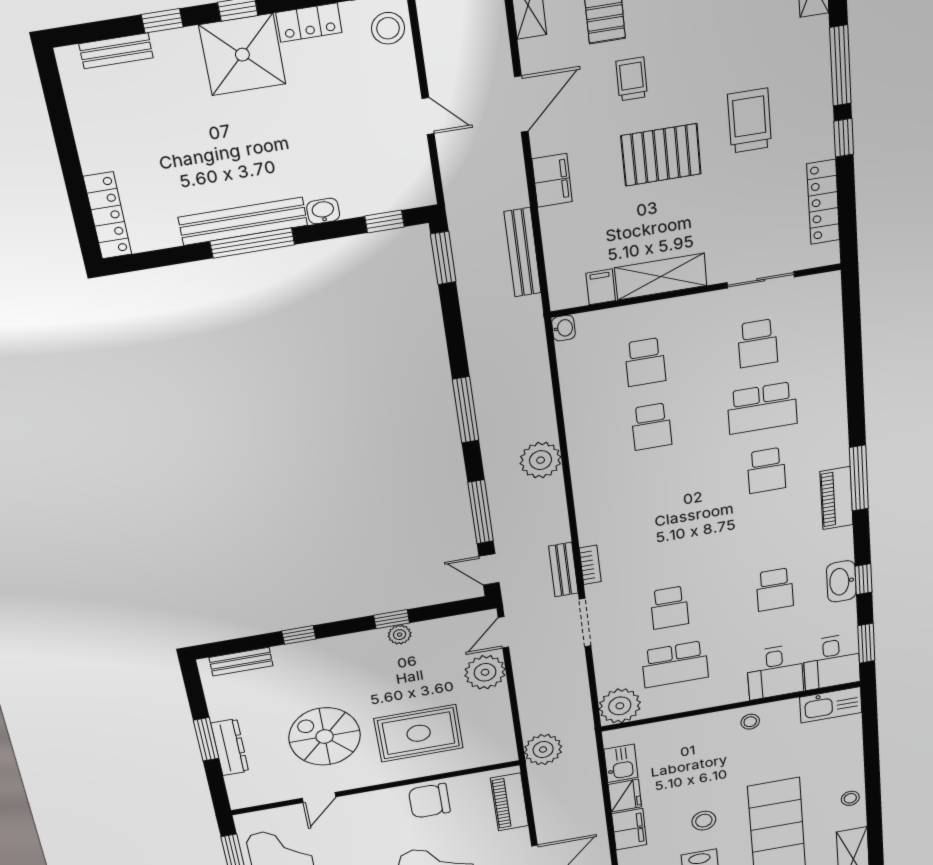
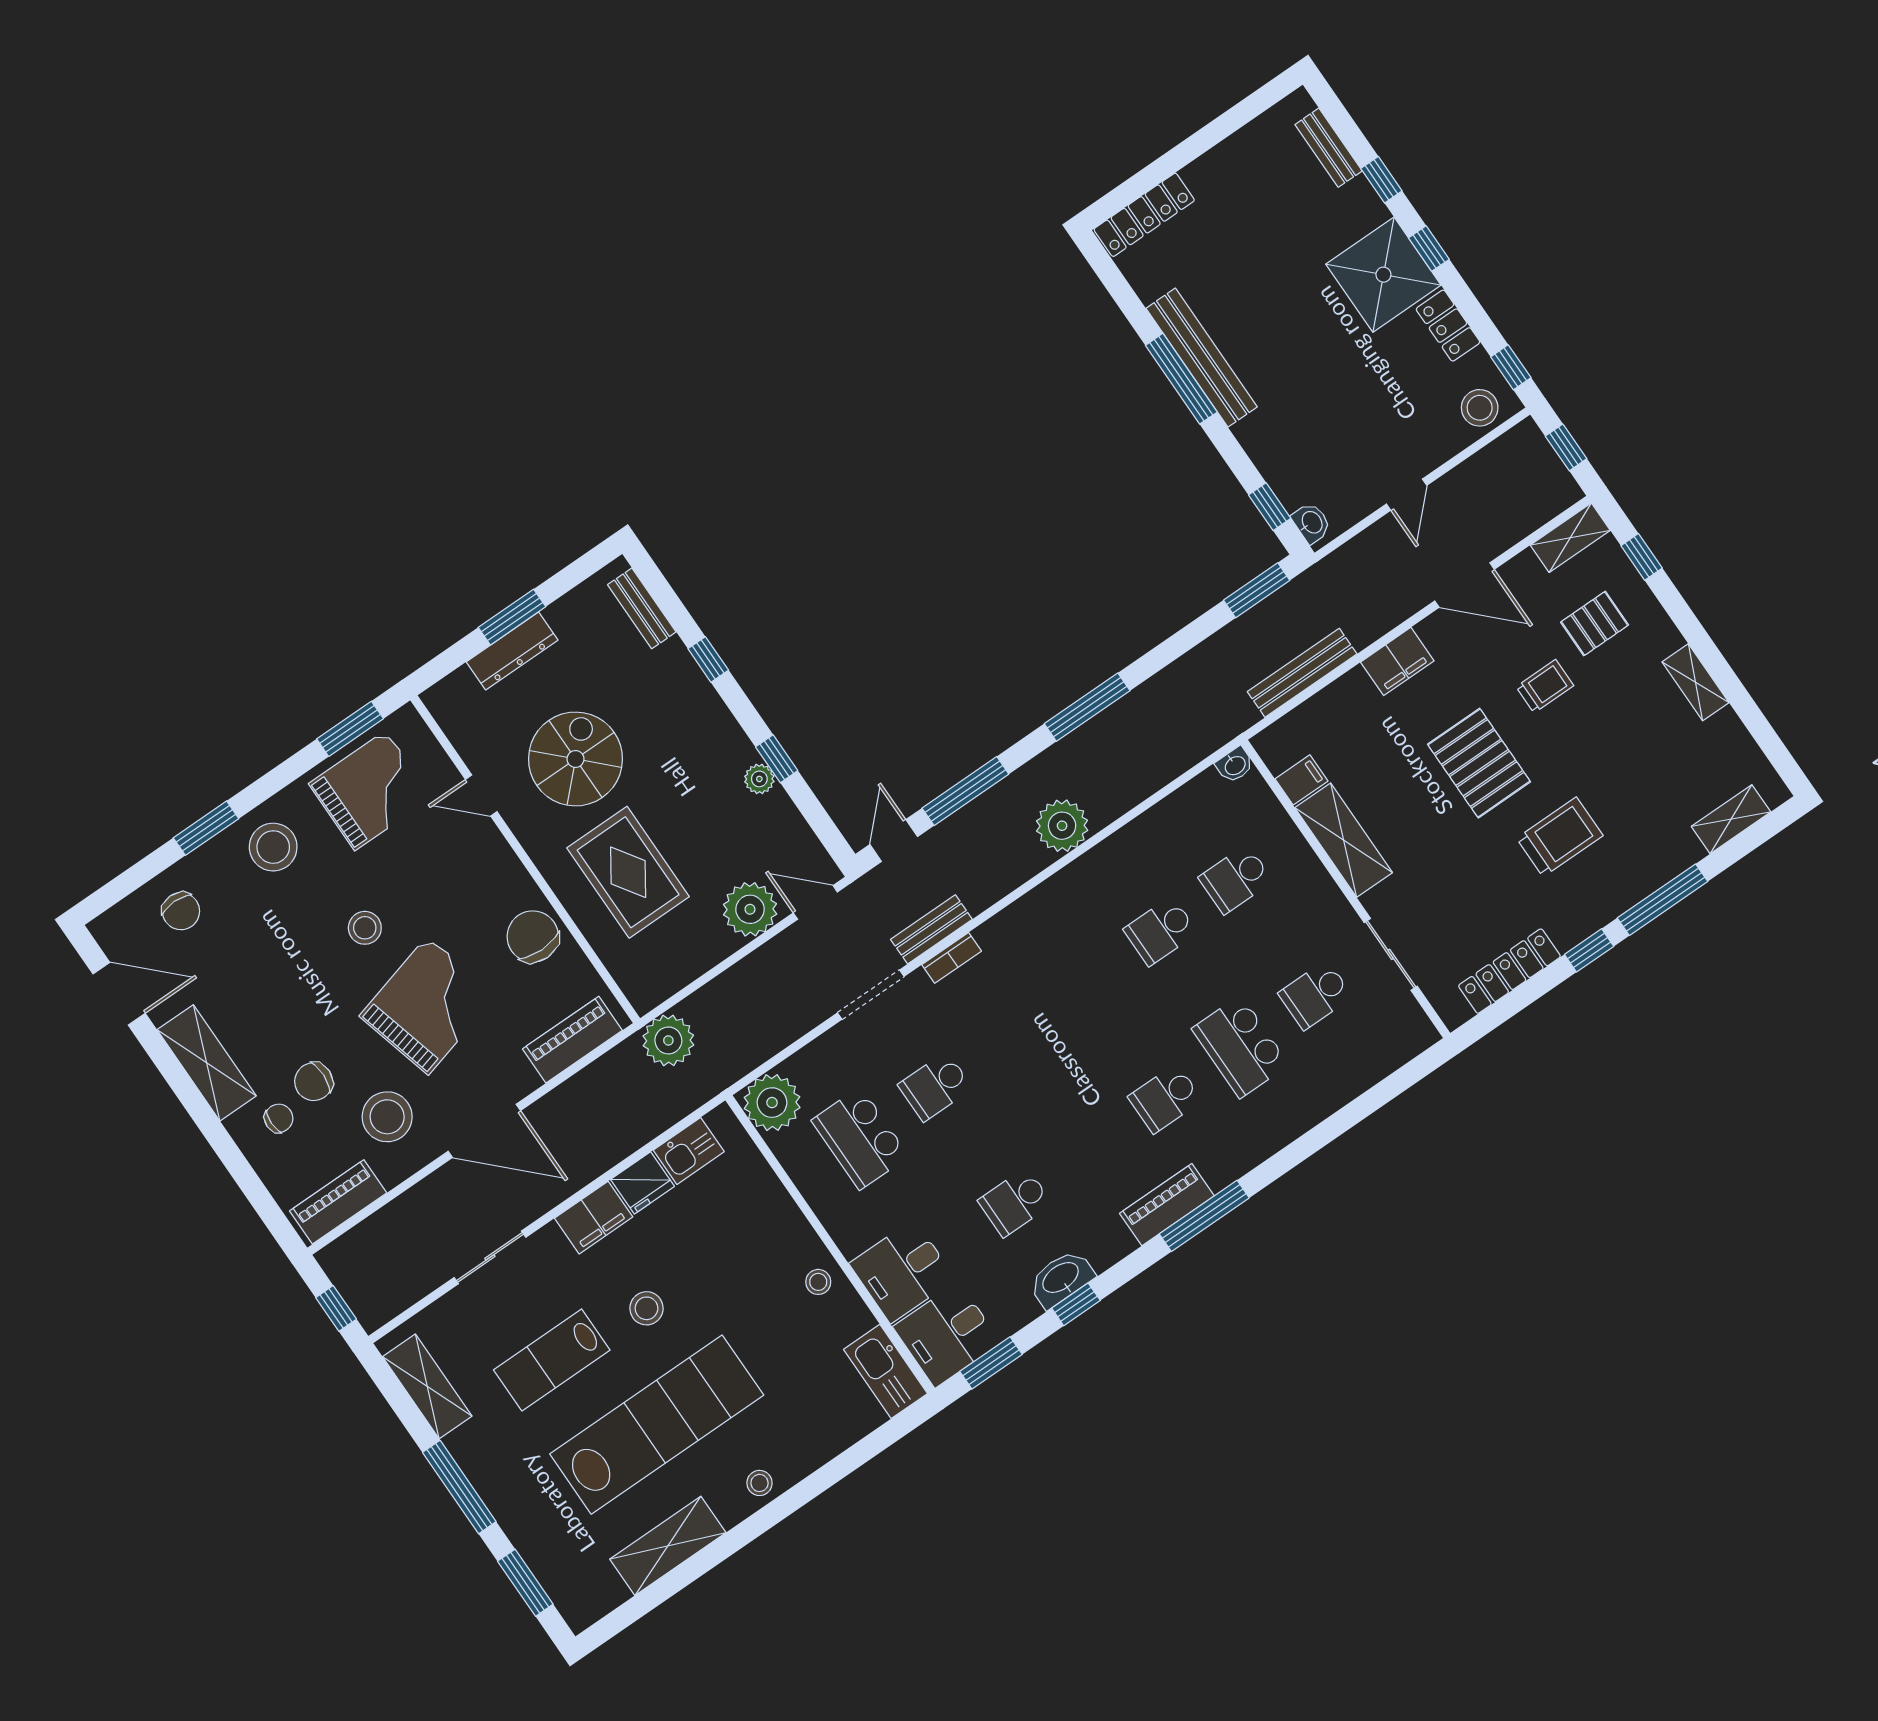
washbasin: (323, 211) -> (1311, 523), moved

